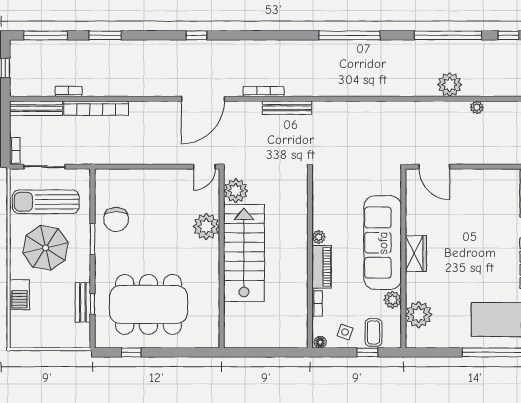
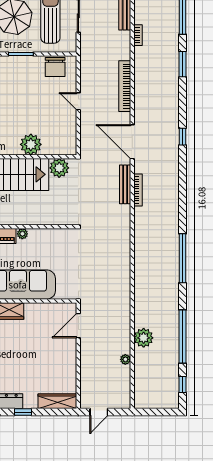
bookcase: (96, 108) -> (125, 86), moved
bench: (287, 108) -> (125, 184), moved
door: (204, 167) -> (78, 101), moved
chair: (116, 219) -> (55, 67), moved, turned -90

